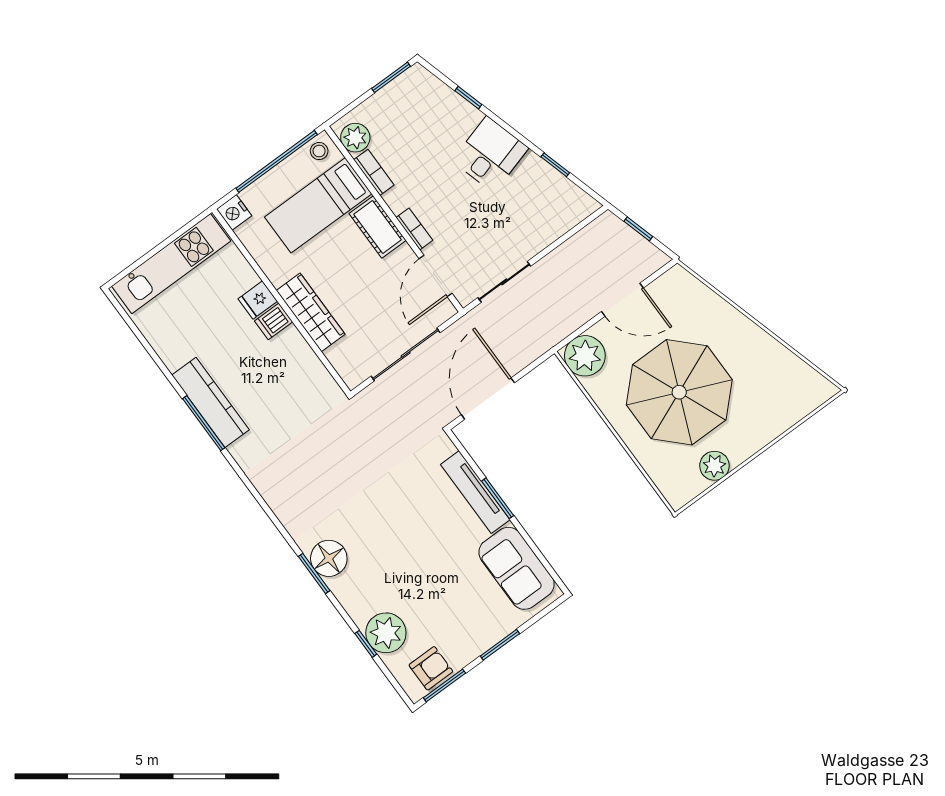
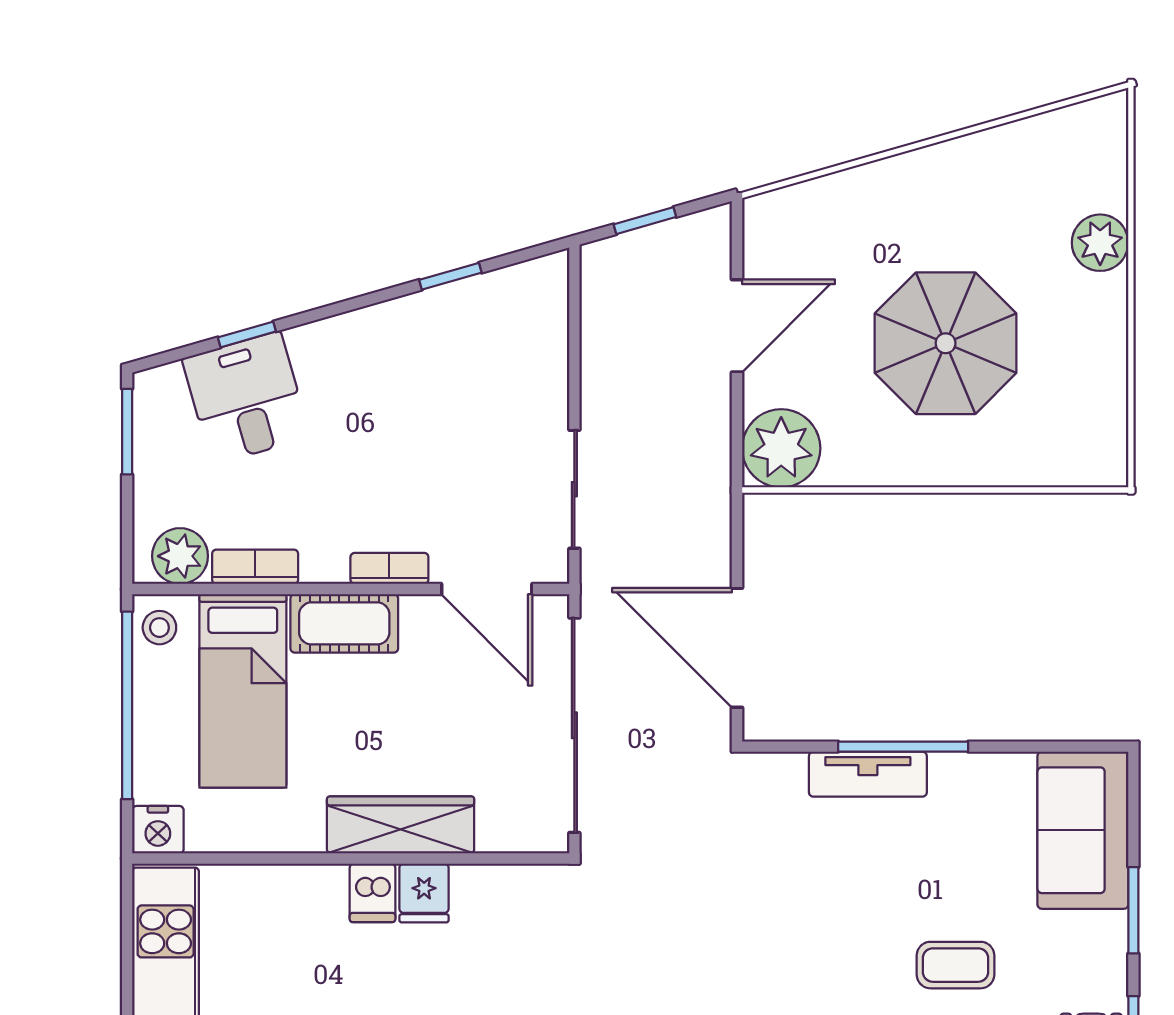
desk: (490, 154) -> (246, 398), moved
fridge: (258, 300) -> (424, 893), moved
sliding door: (406, 354) -> (574, 725), width x1.36
parasol: (679, 392) -> (946, 343), width x0.73, depth x0.73
plant: (714, 466) -> (1100, 243), moved
tv unit: (475, 492) -> (868, 774), width x0.71
window: (498, 498) -> (903, 747), width x1.44
sofa: (517, 568) -> (1083, 830), moved, turned 90
coffee table: (422, 587) -> (955, 965), added

